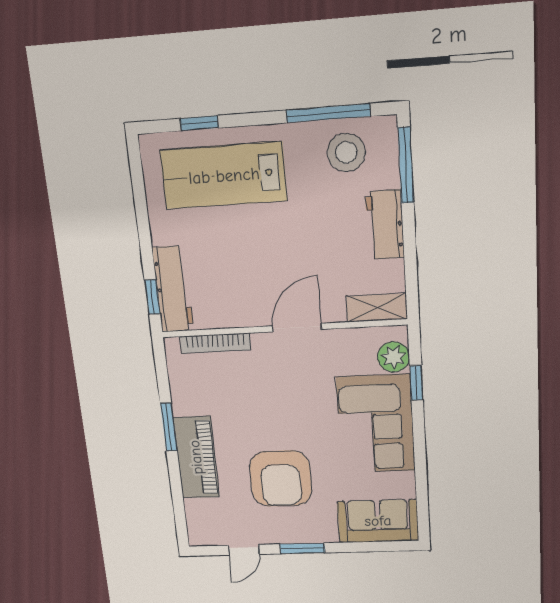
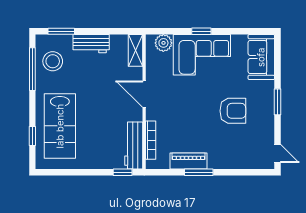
window: (406, 165) -> (61, 31), width x0.69
workbench: (173, 289) -> (134, 145), moved, turned -90
window: (416, 383) -> (201, 31), moved
piano: (196, 457) -> (189, 161), moved, width x0.73, depth x0.75
armchair: (281, 479) -> (233, 111), width x0.73, depth x0.73
door: (244, 550) -> (277, 154), moved

